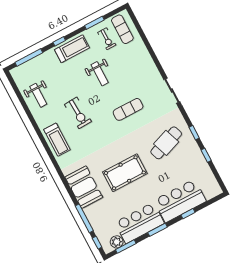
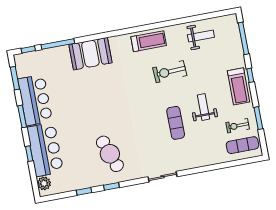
weight bench: (100, 74) -> (203, 107), turned 90
weight bench: (38, 95) -> (201, 36), turned 180
exercise mat: (128, 109) -> (176, 123), moved
treadmill: (57, 140) -> (149, 41), turned 180
pool table: (125, 173) -> (92, 101), removed
plant: (117, 242) -> (44, 183), moved

